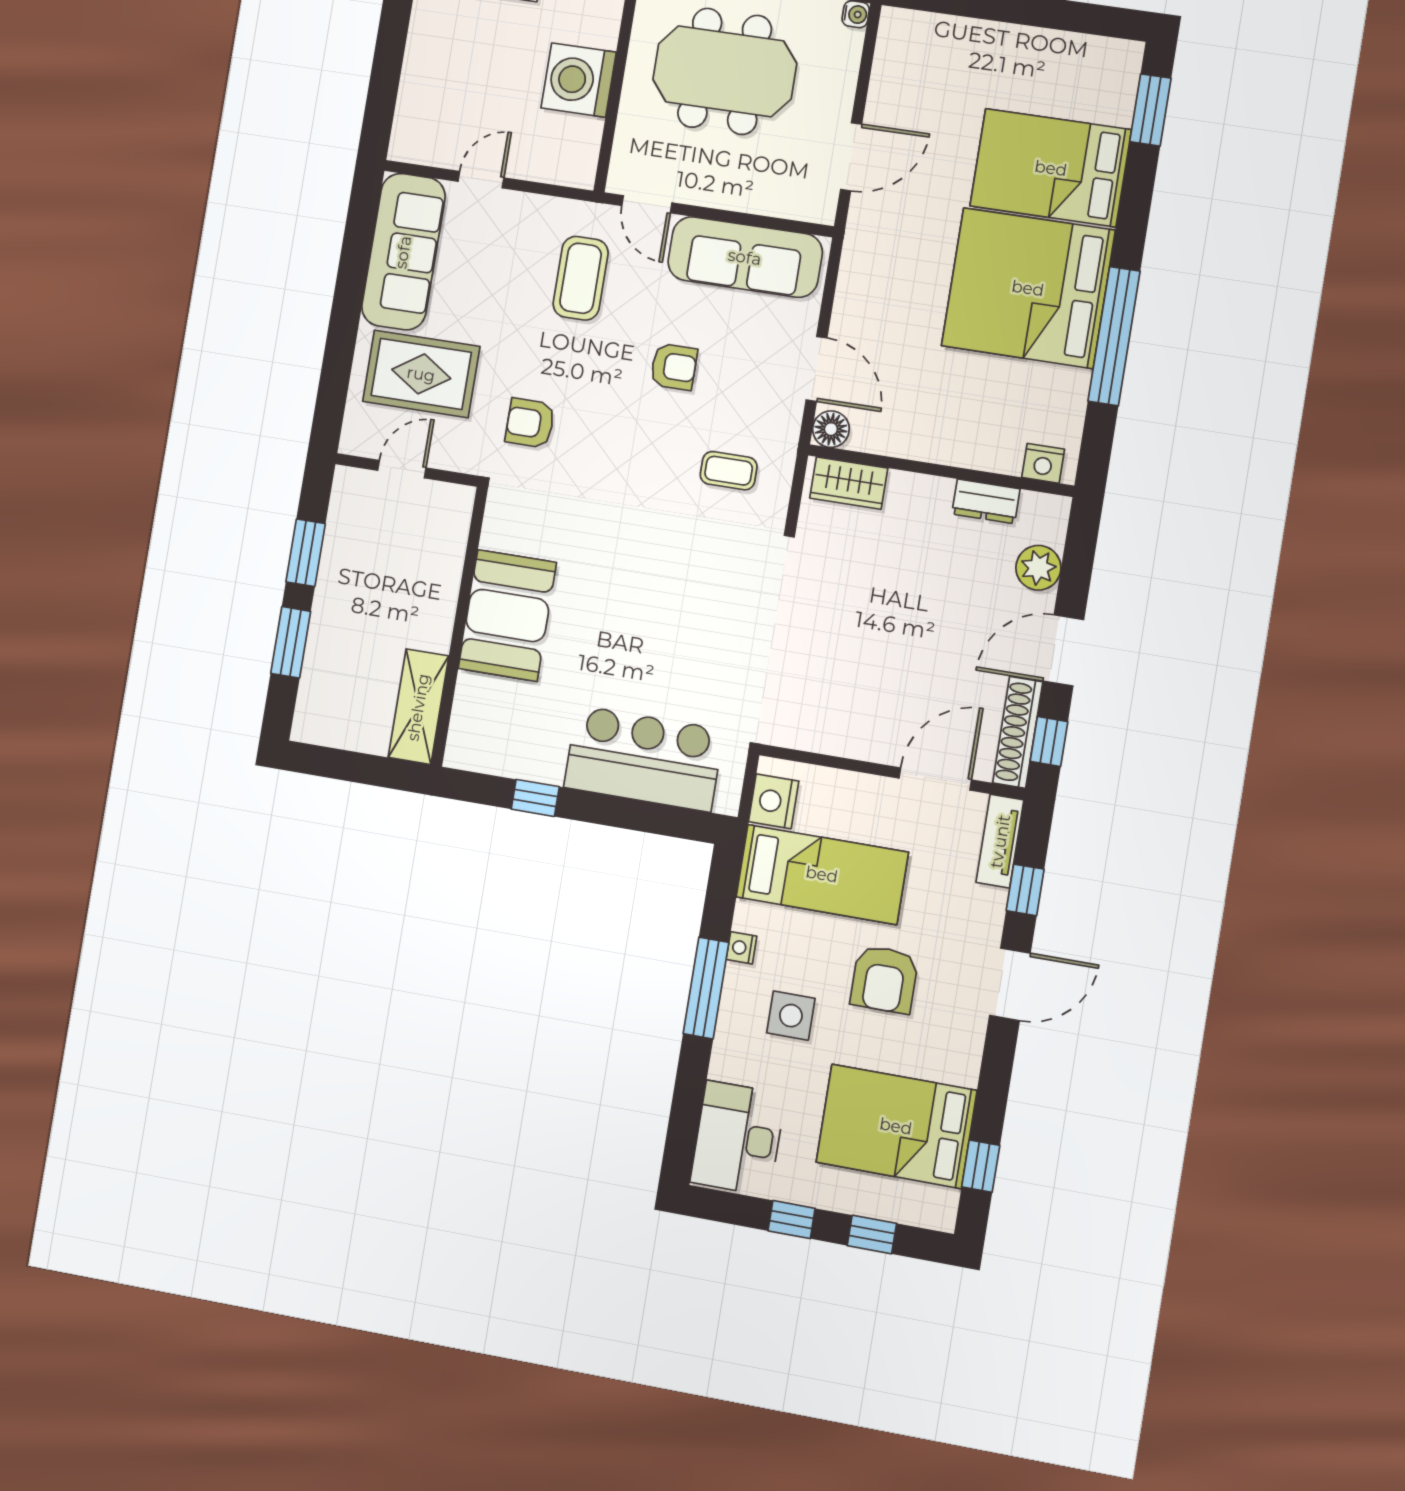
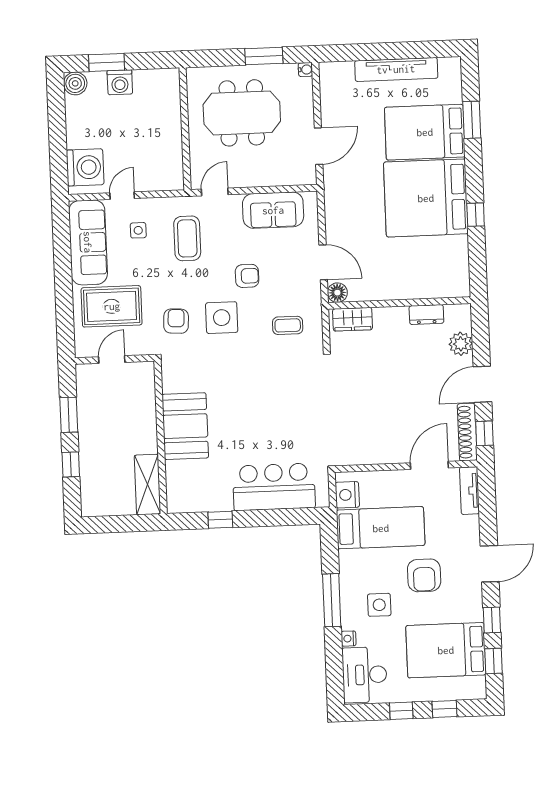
tv unit: (1021, 44) -> (396, 69), added
washing machine: (579, 80) -> (85, 167), moved, turned 180
window: (1150, 110) -> (472, 120), moved
door: (647, 204) -> (215, 192), swing flipped
side table: (497, 247) -> (138, 230), added
sofa: (745, 257) -> (273, 210), width x0.73
window: (1114, 336) -> (476, 215), width x0.32
armchair: (530, 423) -> (176, 321), turned 93
side table: (613, 433) -> (222, 318), added
nightstand: (1043, 463) -> (452, 289), removed
window: (291, 642) -> (71, 464), width x0.67
window: (1025, 890) -> (492, 620), moved
nightstand: (741, 948) -> (349, 639), moved

